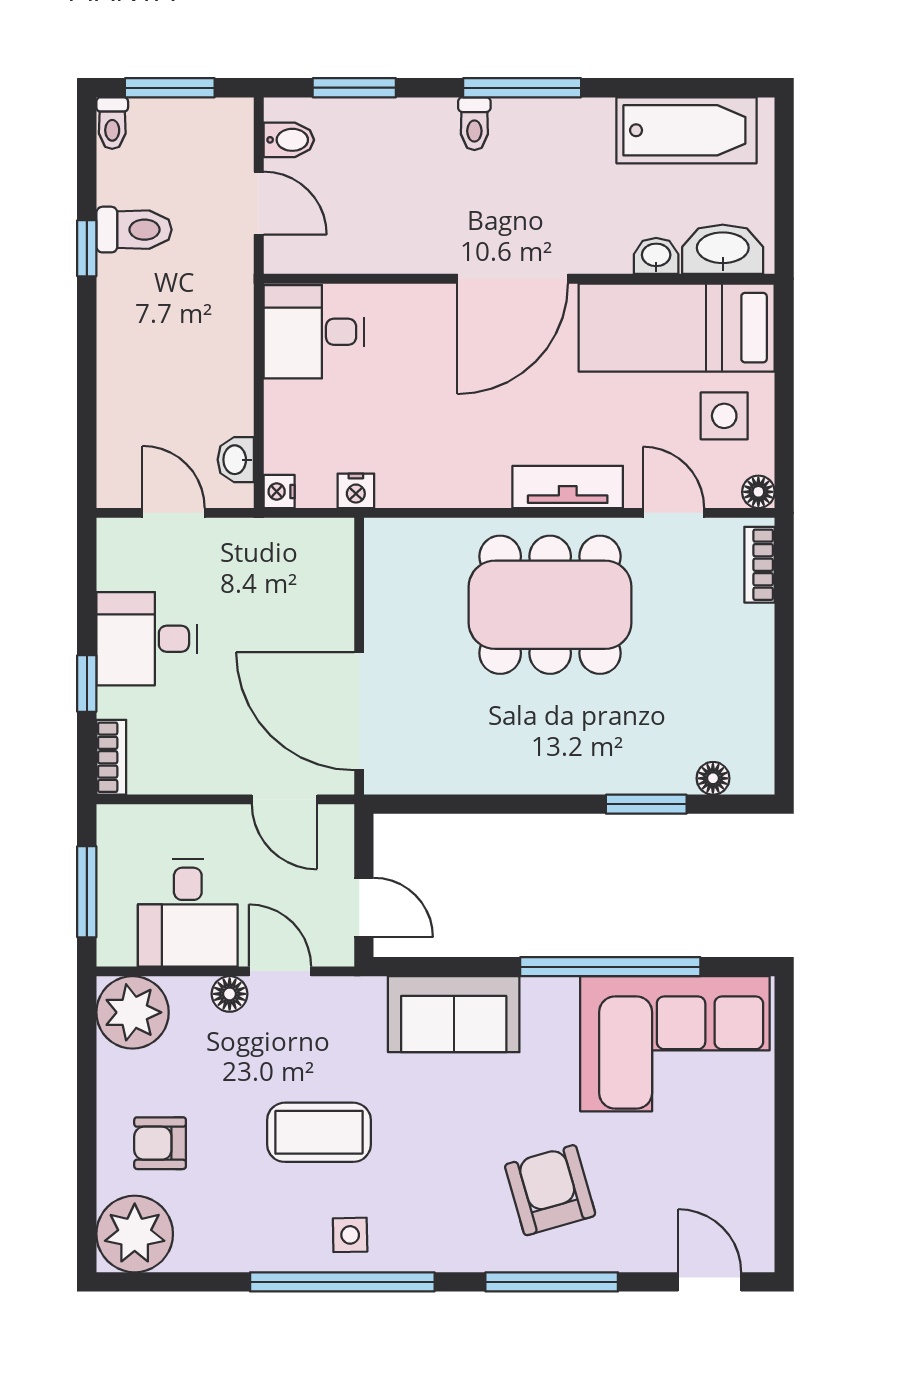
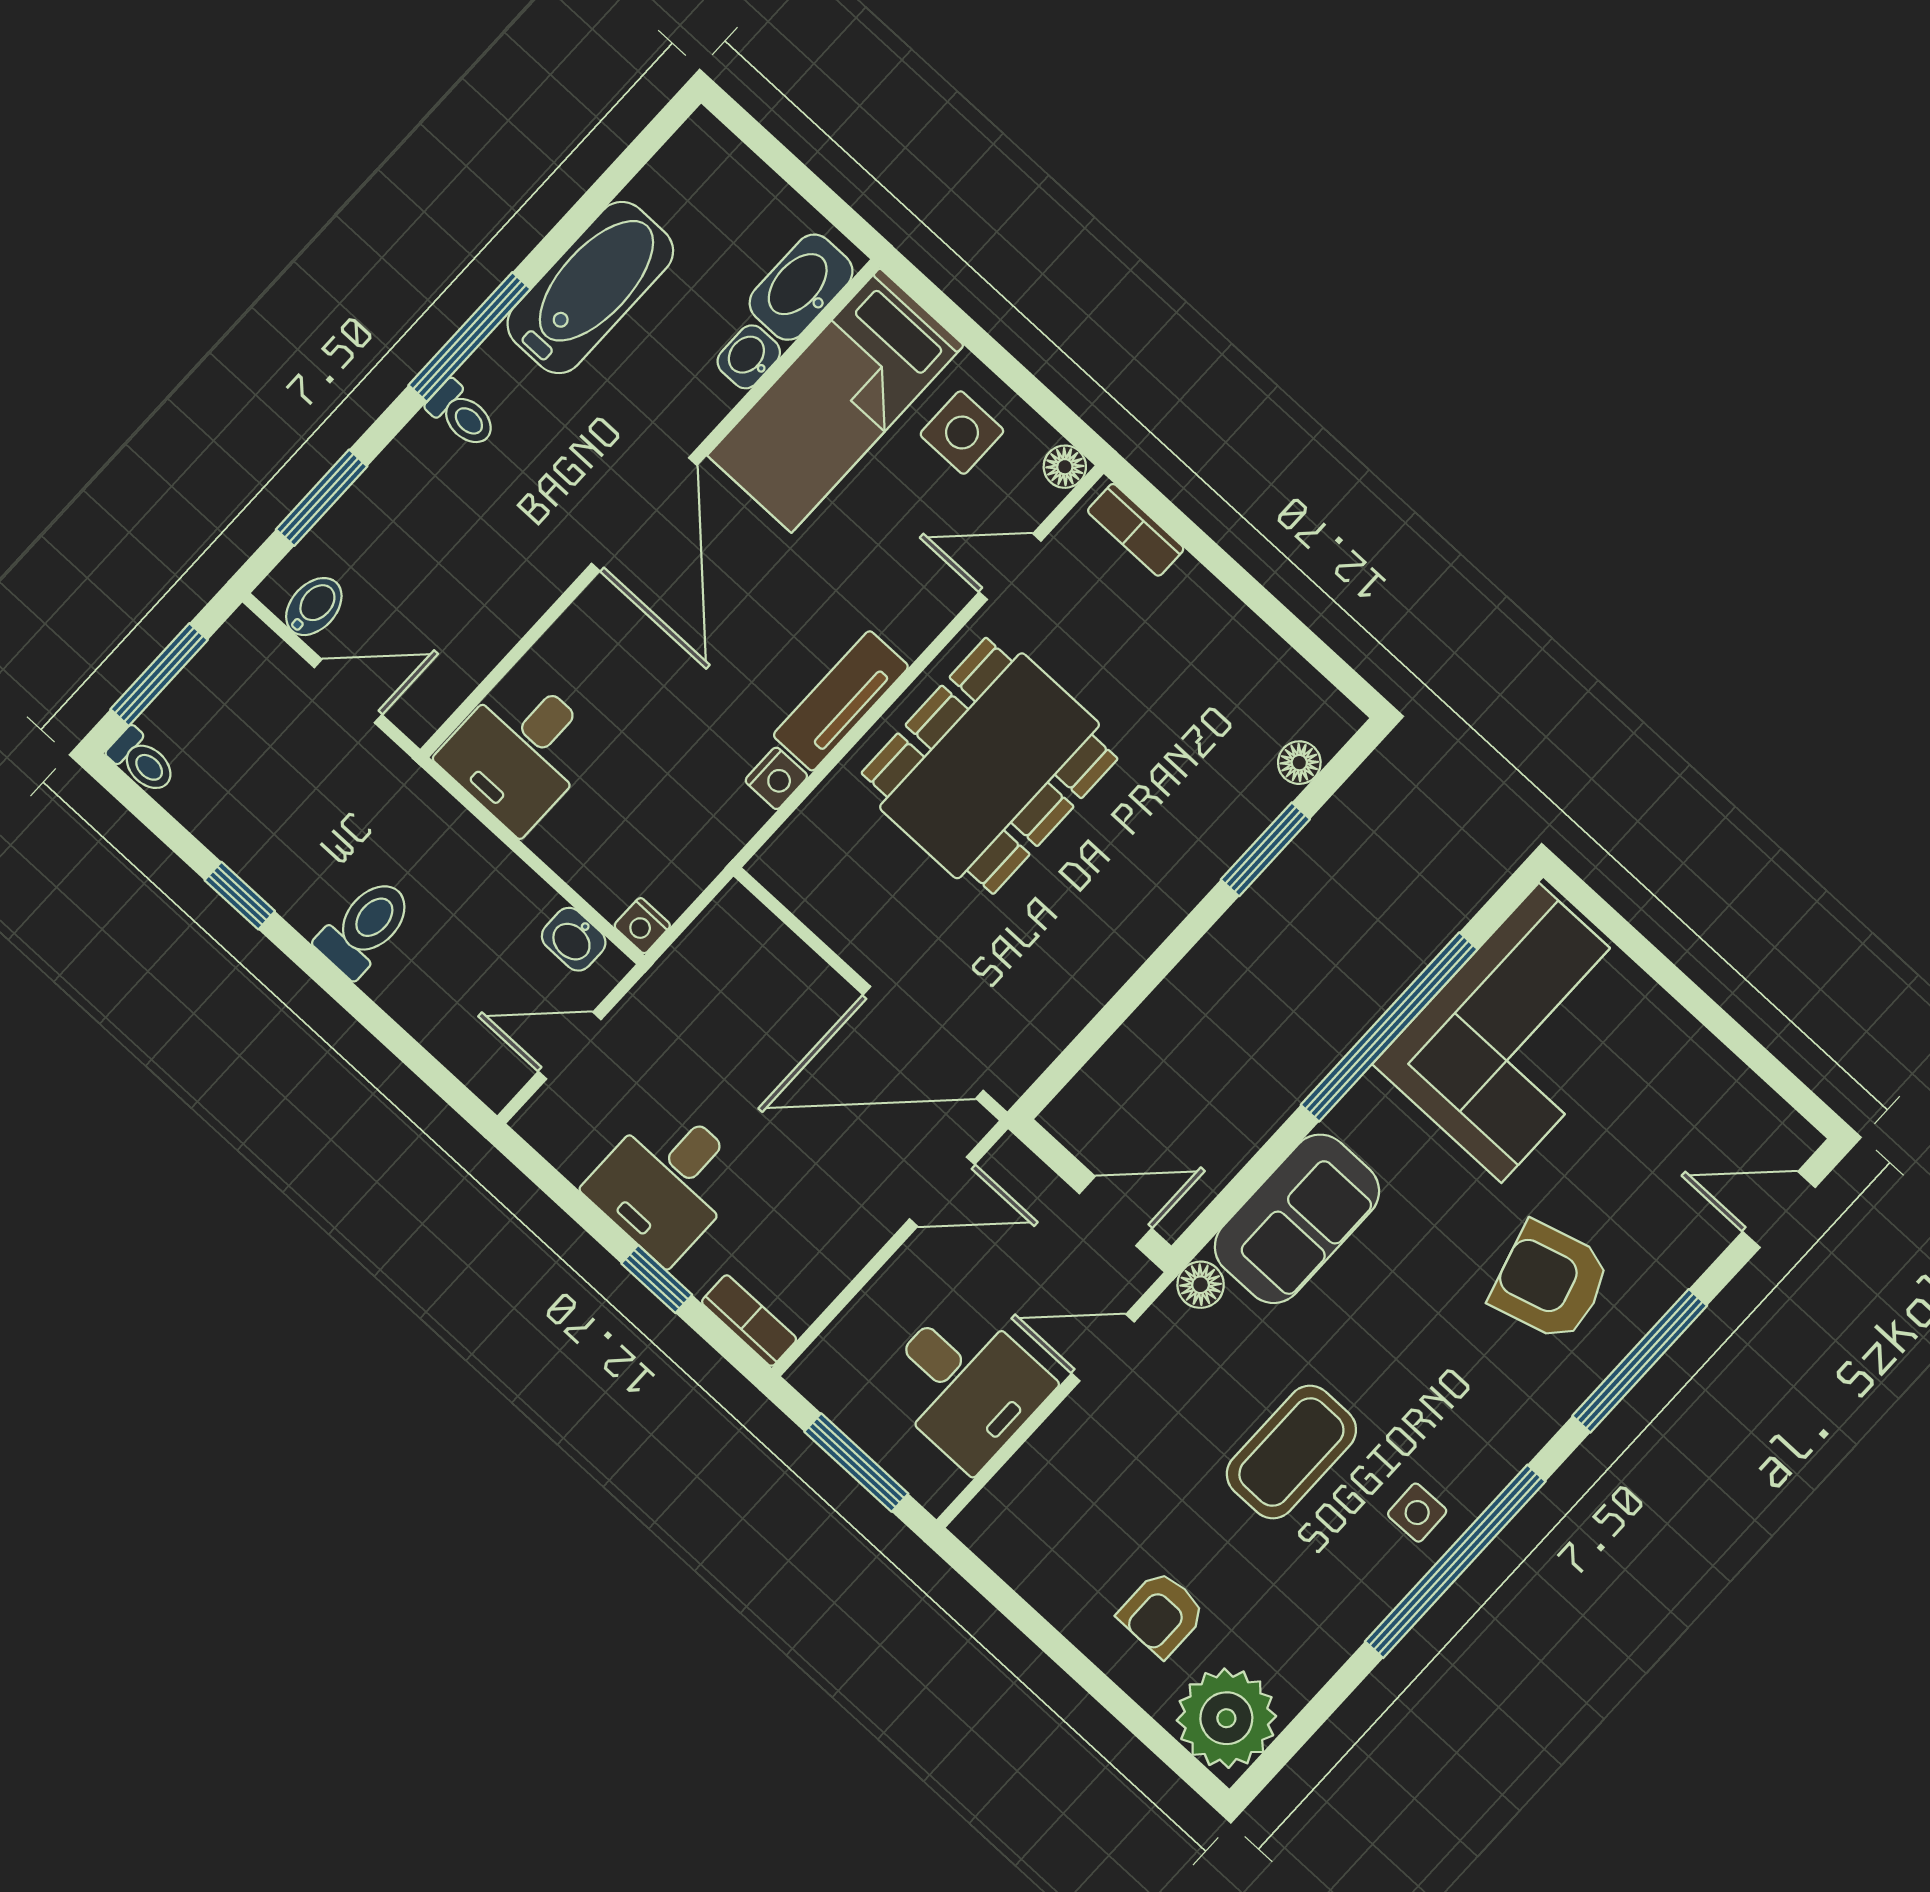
bathtub: (687, 130) -> (590, 288), moved
toilet: (134, 230) -> (365, 927), moved
tv unit: (568, 487) -> (841, 701), moved
nightstand: (356, 491) -> (776, 778), moved
floor lamp: (230, 994) -> (1201, 1285), moved
plant: (133, 1012) -> (1012, 1525), removed

